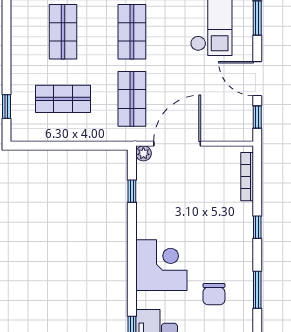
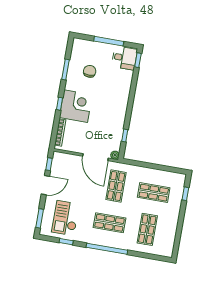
shop shelf: (132, 32) -> (110, 223), turned 90
door: (257, 79) -> (45, 185), hinge flipped
door: (177, 144) -> (95, 157), hinge flipped
corner desk: (161, 265) -> (76, 106), moved, turned 180

